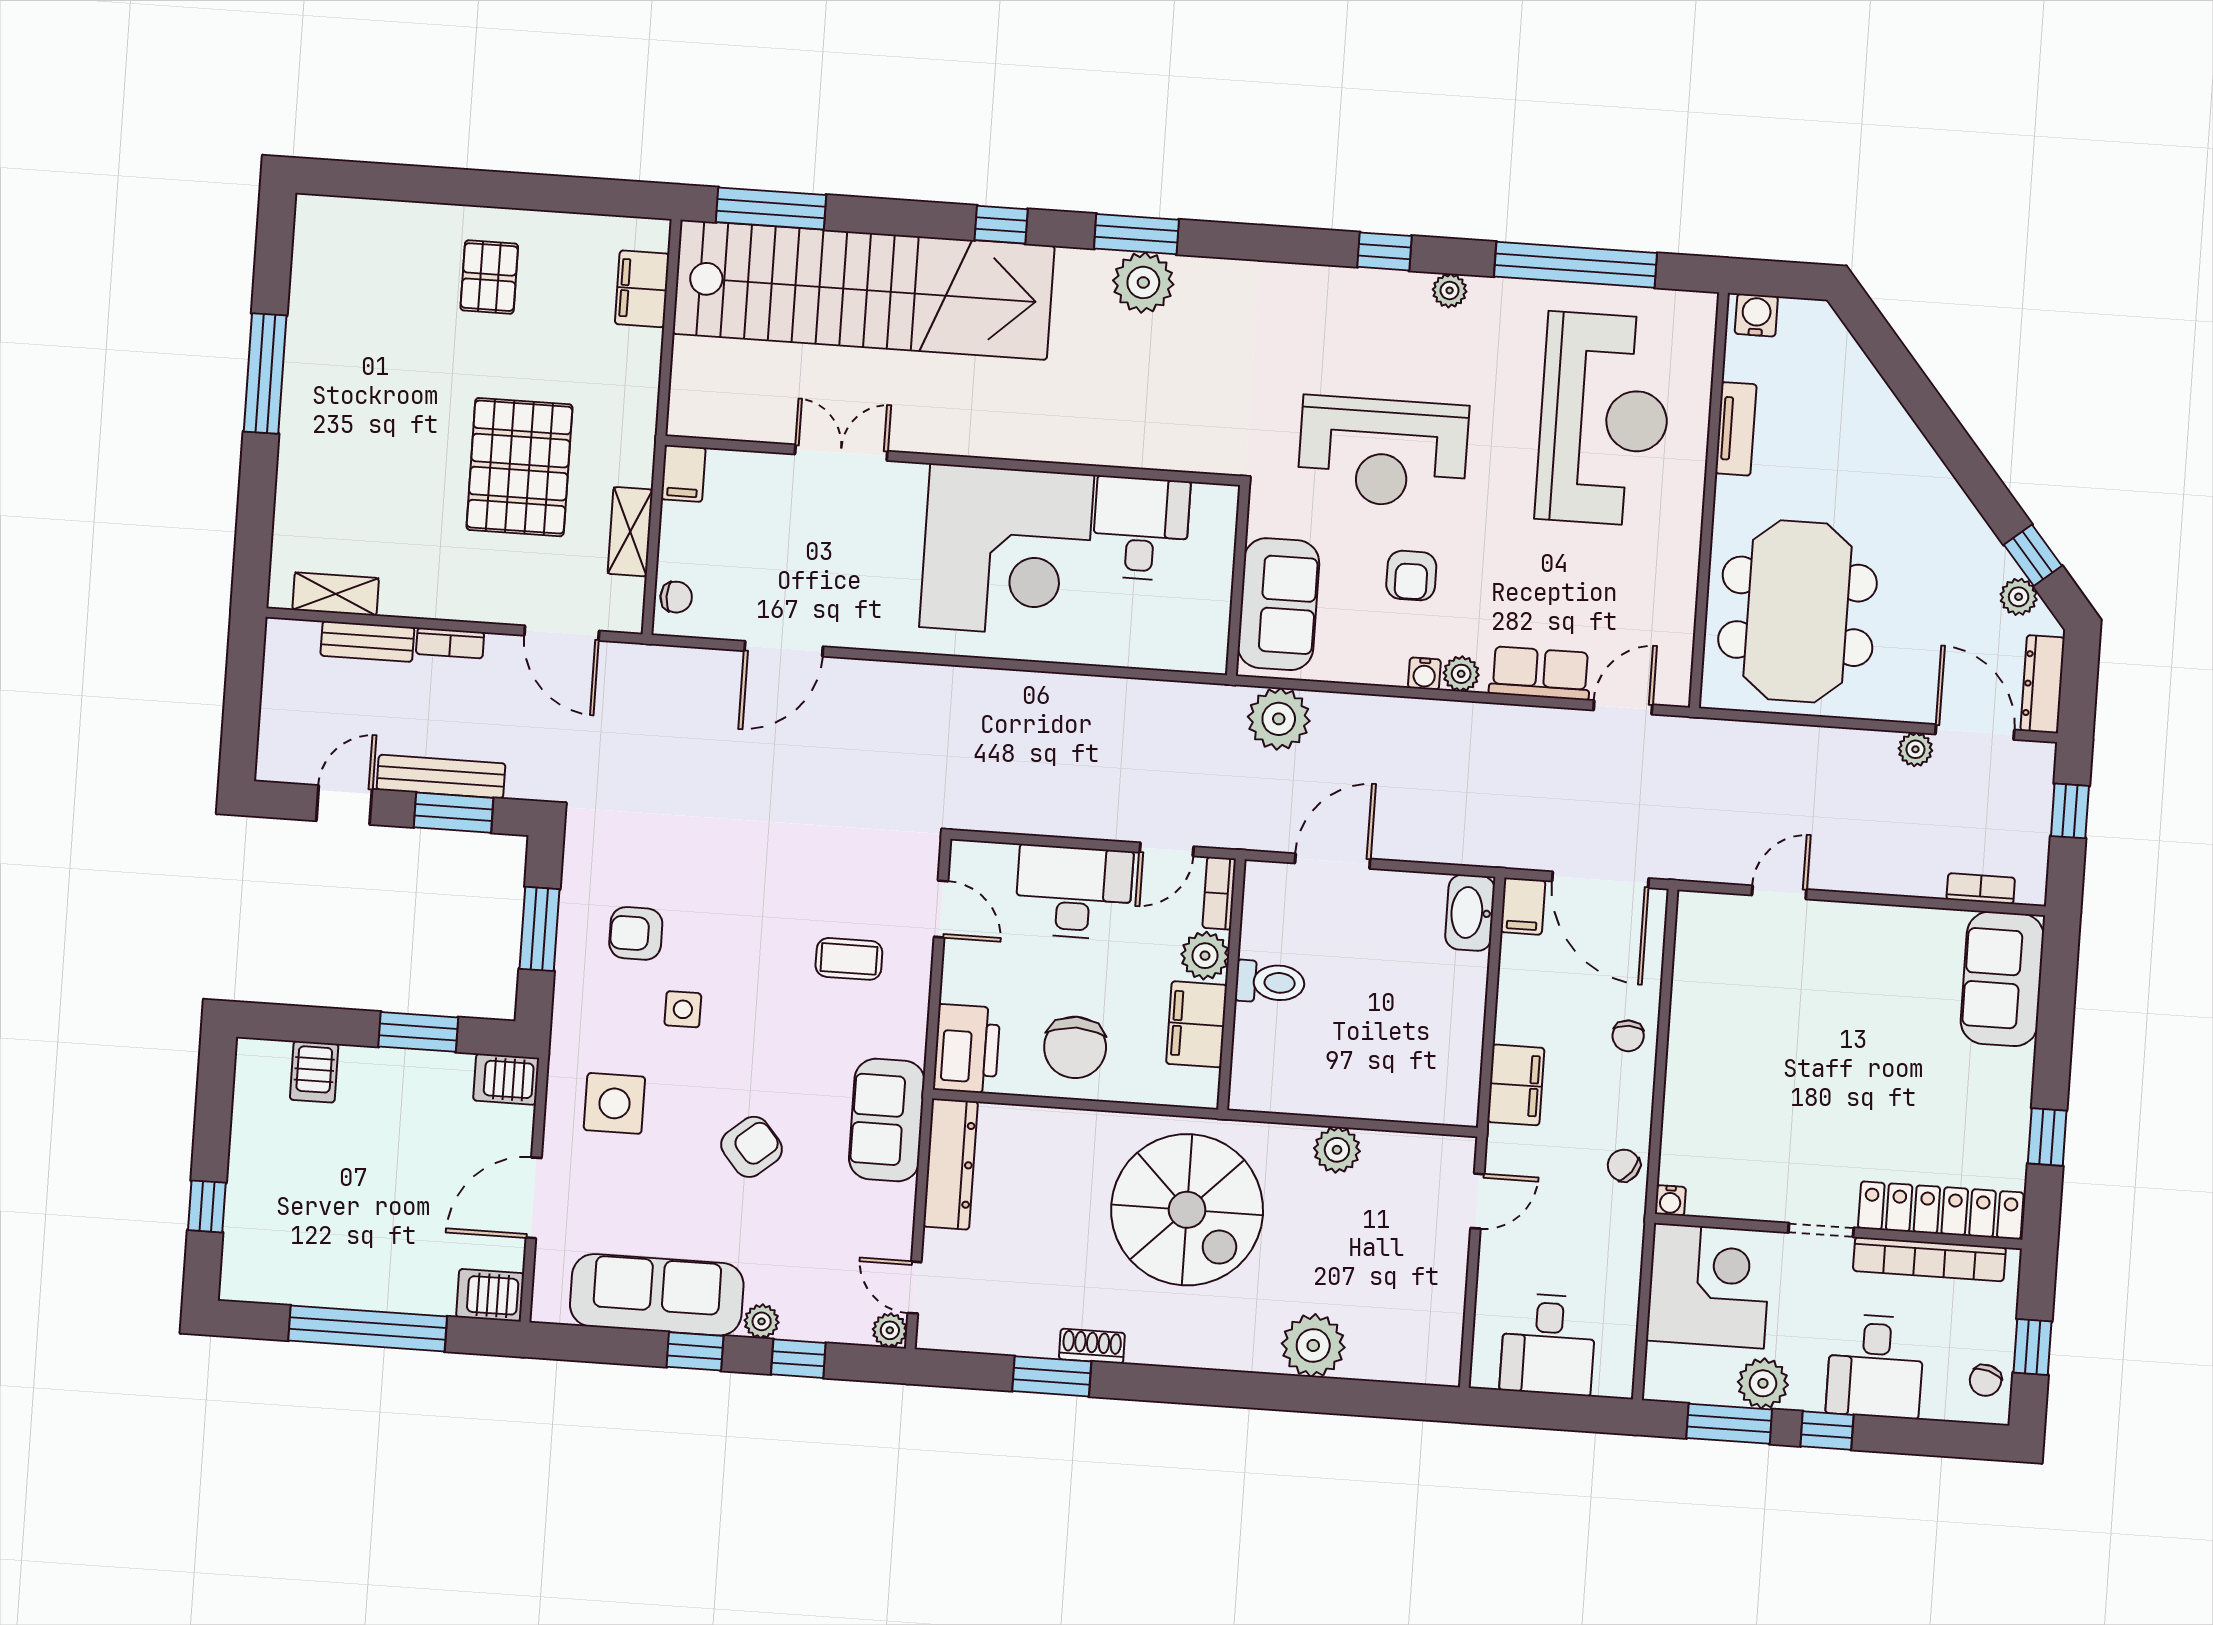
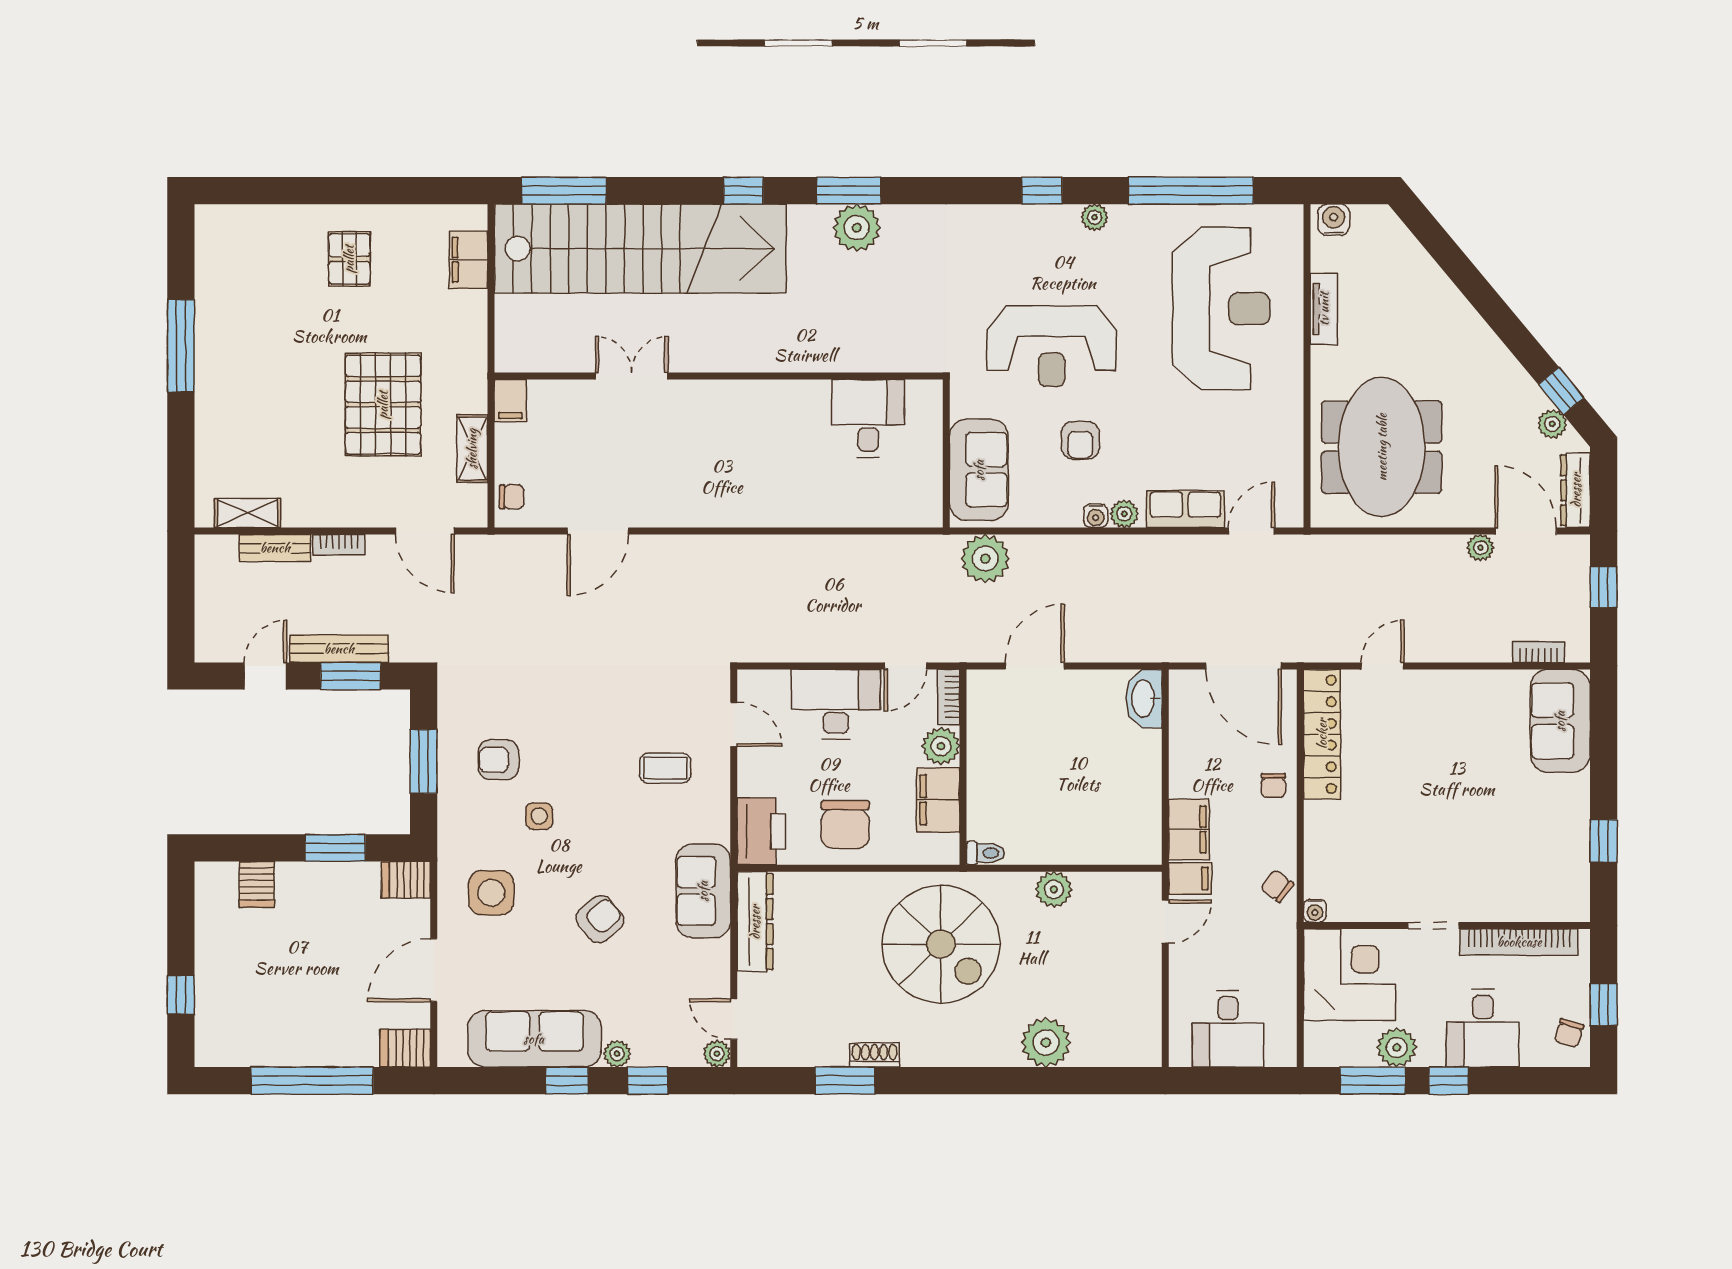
corner desk: (1007, 551) -> (765, 443), removed
filing cabinet: (1523, 906) -> (1190, 879), moved, turned -90
toilet: (1270, 982) -> (986, 853), moved, width x0.73, depth x0.72
locker: (1941, 1210) -> (1322, 734), moved, turned 90

